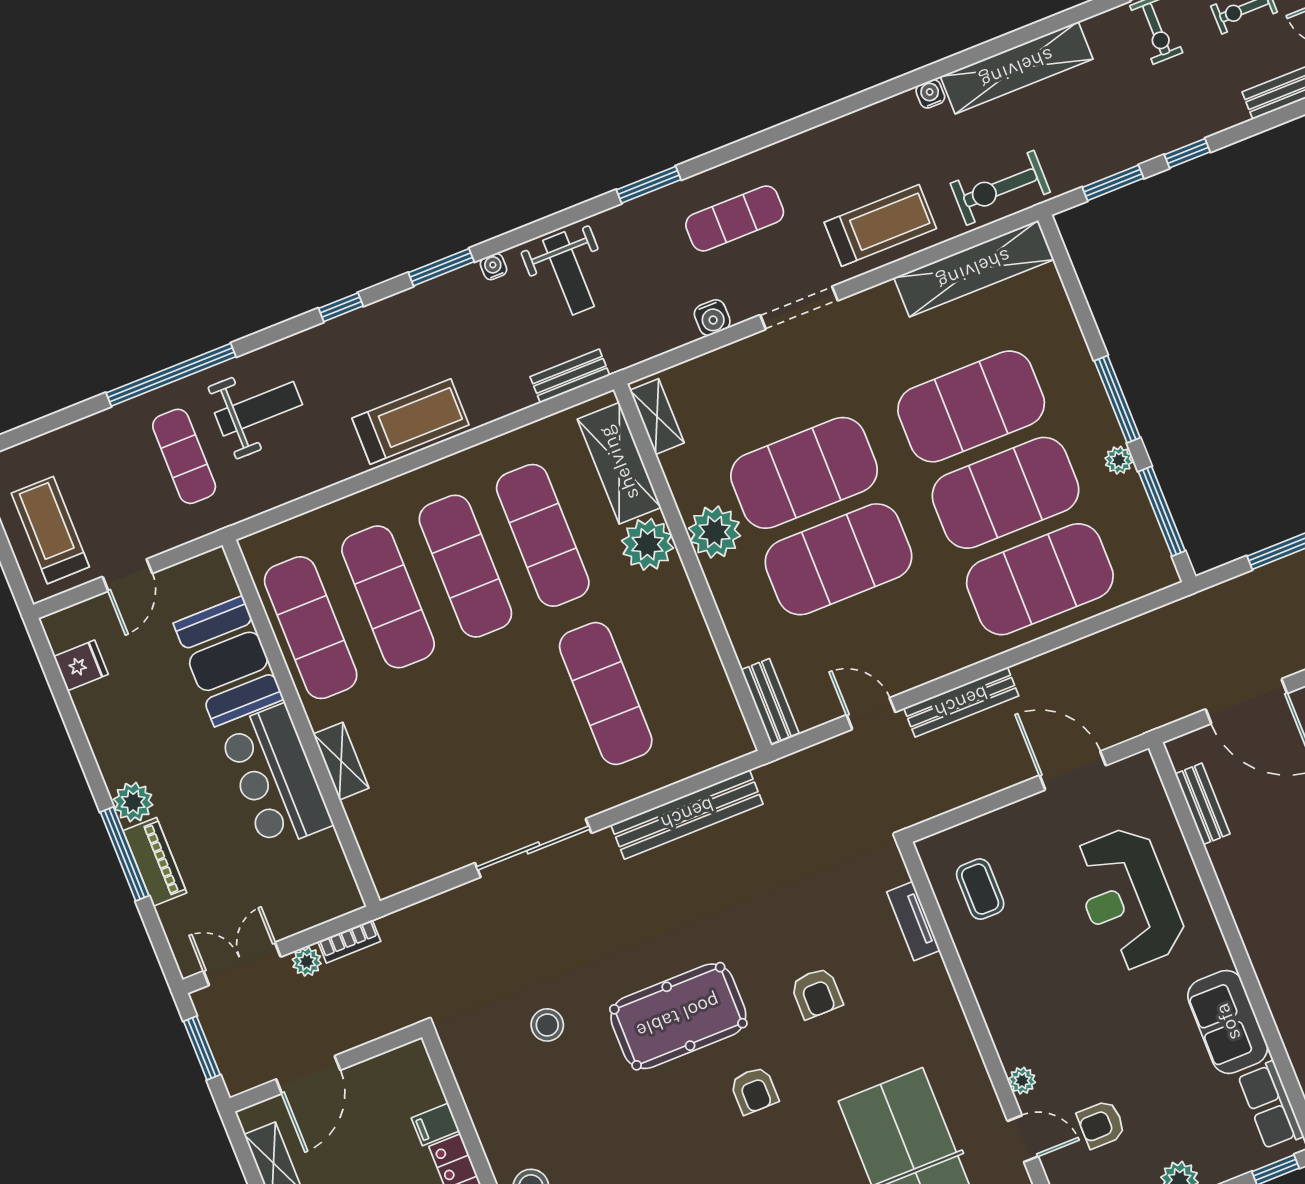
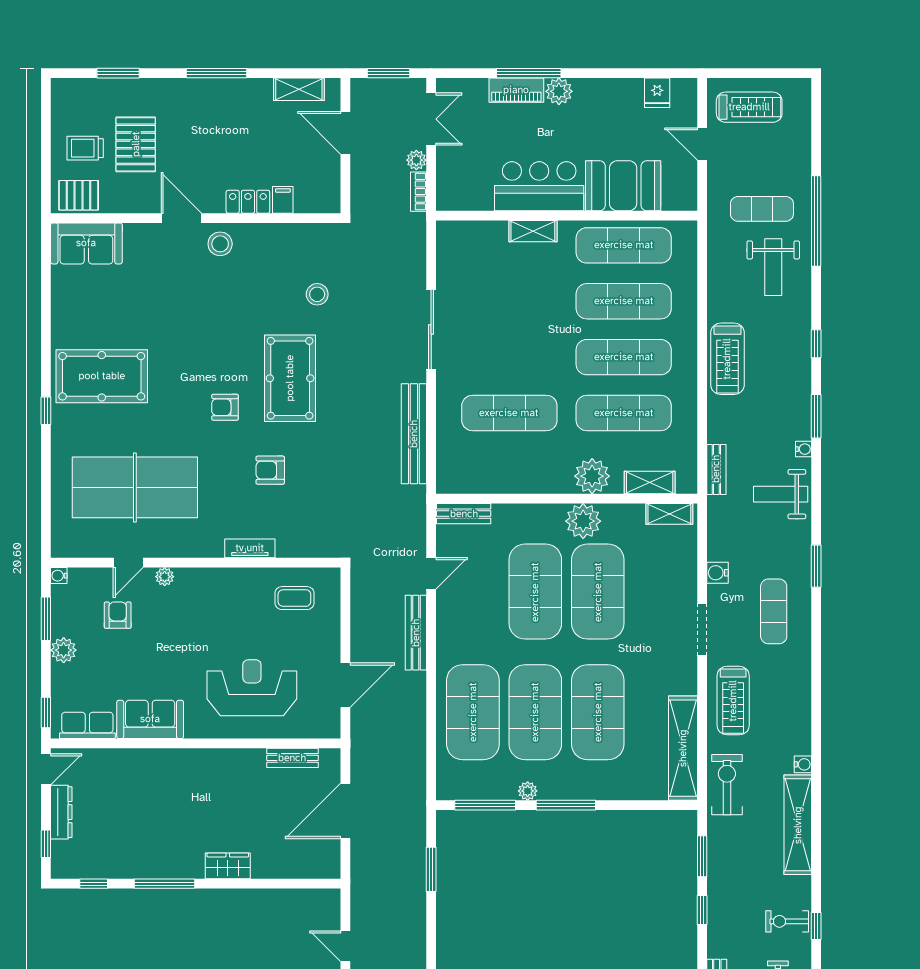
shelving: (619, 463) -> (650, 482), width x0.67, depth x0.75
tv unit: (913, 921) -> (250, 548), moved

